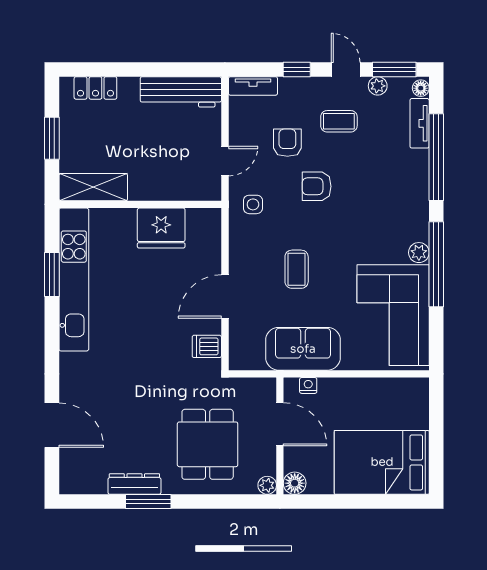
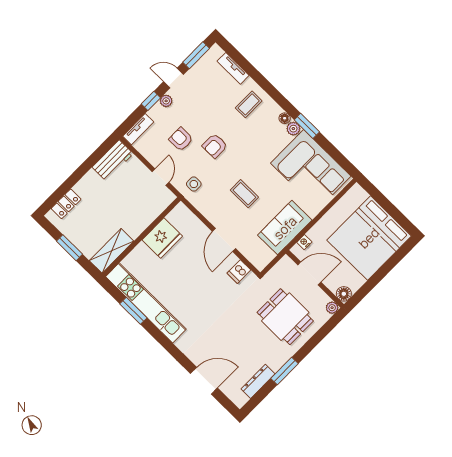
plant: (378, 86) -> (166, 101), moved
floor lamp: (421, 88) -> (285, 118), moved
workbench: (181, 92) -> (113, 160), width x0.73
coffee table: (339, 121) -> (249, 104), moved
window: (436, 157) -> (257, 76), removed
window: (436, 264) -> (307, 126), width x0.47
bed: (382, 462) -> (369, 238), width x1.36
dresser: (134, 484) -> (258, 381), moved

